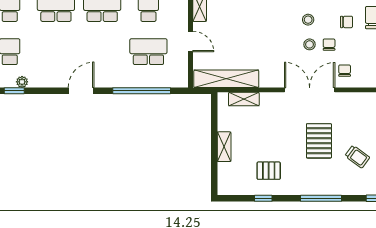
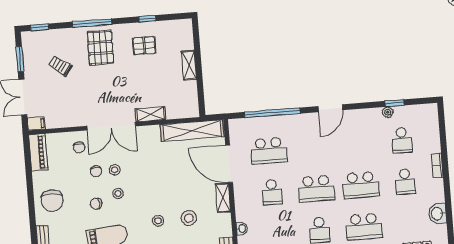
chair: (347, 22) -> (96, 204), moved
door: (190, 41) -> (229, 164), width x1.87
shelving: (244, 99) -> (150, 114), moved
pallet: (319, 141) -> (100, 48), moved

